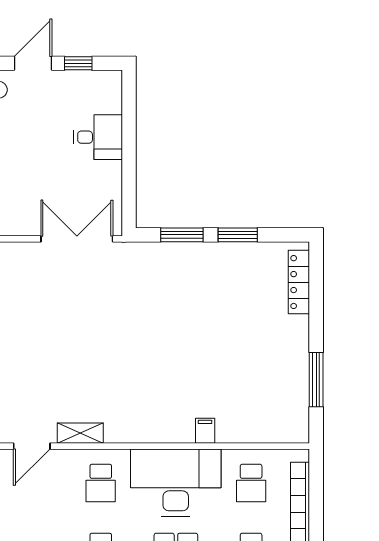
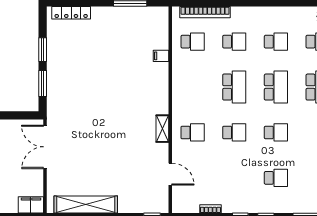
filing cabinet: (205, 431) -> (161, 56), moved
shelving: (80, 433) -> (162, 129), moved
desk: (176, 483) -> (192, 87), removed

